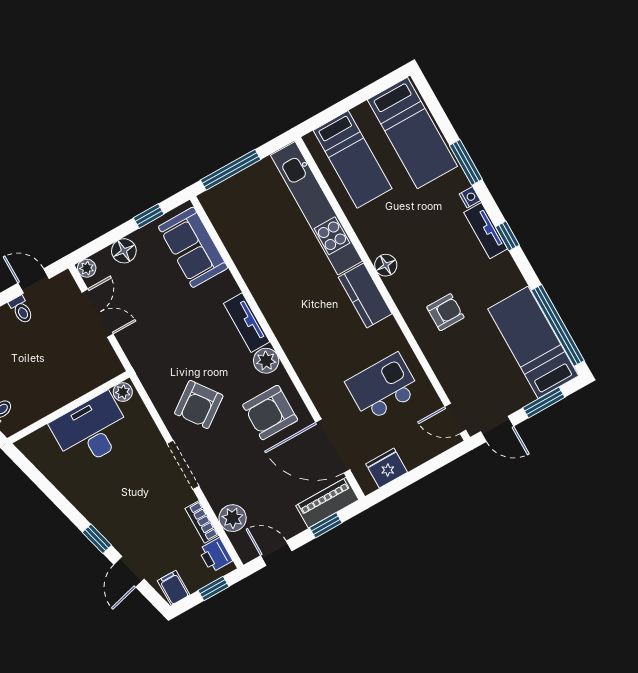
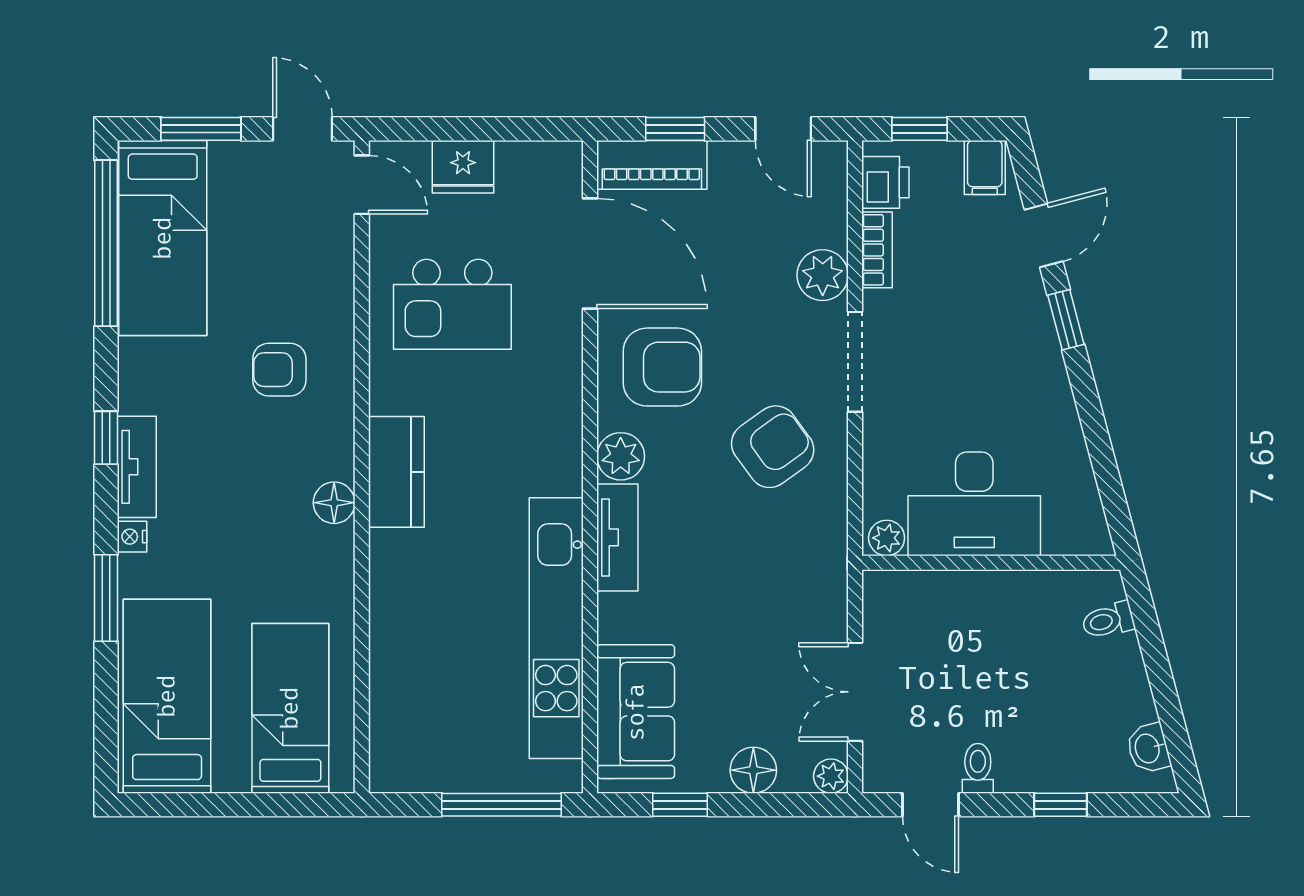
kitchen unit: (316, 208) -> (556, 628), moved, turned 180
fridge: (387, 468) -> (463, 167), moved
plant: (233, 518) -> (823, 275), moved

